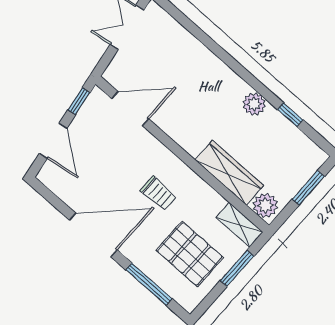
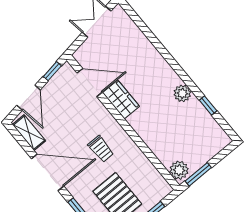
wardrobe: (229, 173) -> (121, 99), moved, width x0.67
window: (308, 188) -> (198, 174), moved
shelving: (239, 225) -> (29, 133), moved

